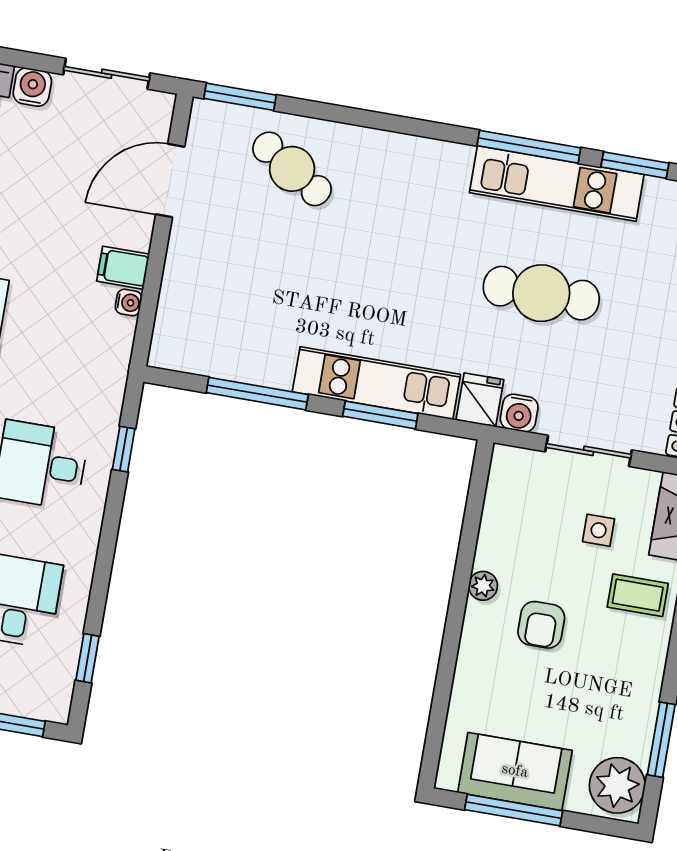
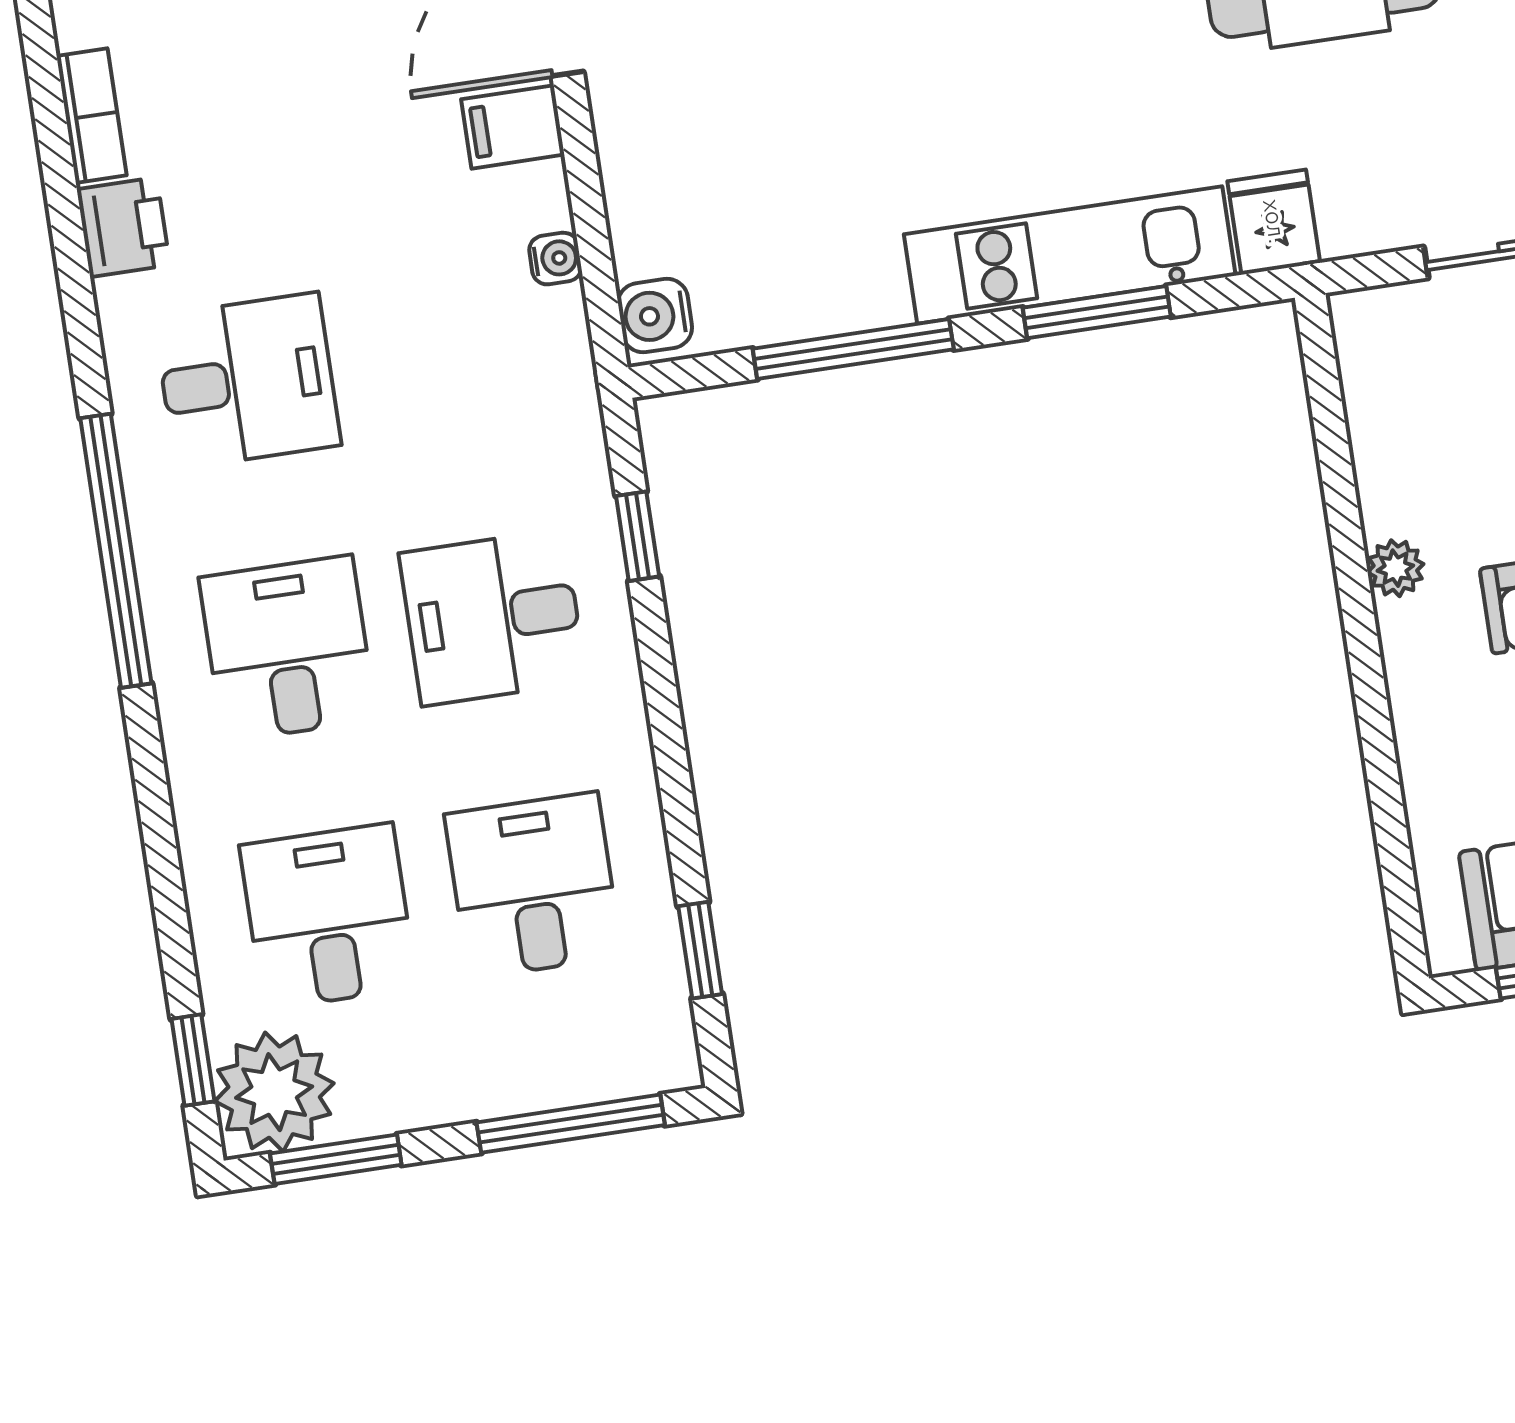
filing cabinet: (123, 268) -> (513, 127), moved
water cooler: (519, 413) -> (655, 316), moved, turned 90

